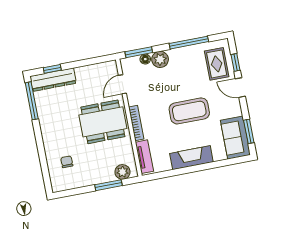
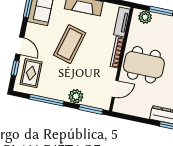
floor lamp: (145, 59) -> (88, 102), removed
coffee table: (189, 111) -> (70, 44), turned -75

